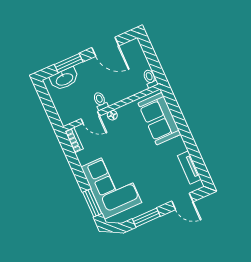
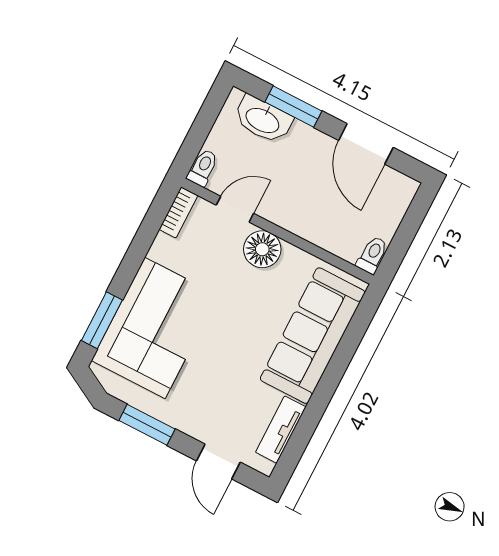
toilet: (100, 101) -> (203, 168), moved
floor lamp: (112, 115) -> (262, 249), width x1.89, depth x1.89
door: (90, 117) -> (235, 209), swing flipped
sofa: (159, 119) -> (312, 336), width x1.36

